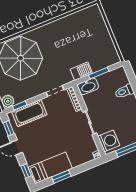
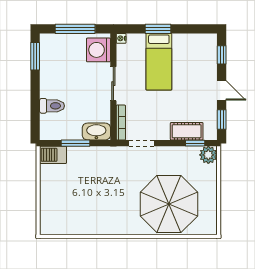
barbecue: (81, 71) -> (53, 155), moved
cot: (29, 113) -> (187, 131), width x0.73, depth x0.75
bed: (50, 168) -> (159, 62), moved, turned -90
window: (61, 177) -> (158, 29), moved

